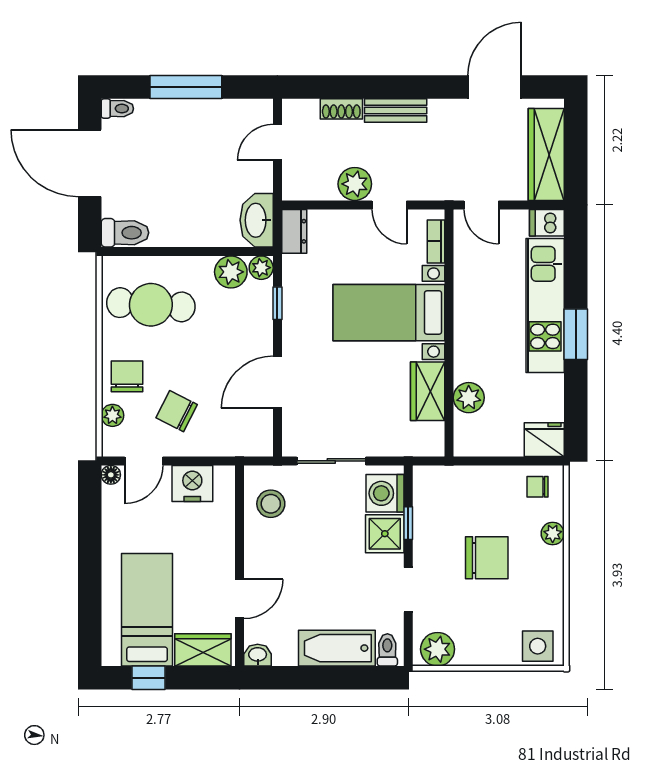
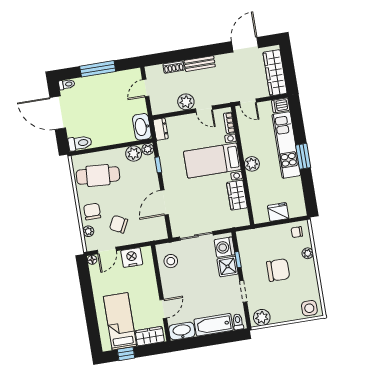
plant: (469, 398) -> (252, 164), moved
fridge: (544, 440) -> (278, 212), moved
washbasin: (258, 655) -> (182, 331), width x1.91, depth x1.45

